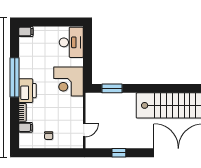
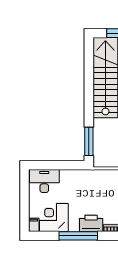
corner desk: (69, 82) -> (54, 218), moved, turned 180
window: (112, 88) -> (89, 141), width x1.44

